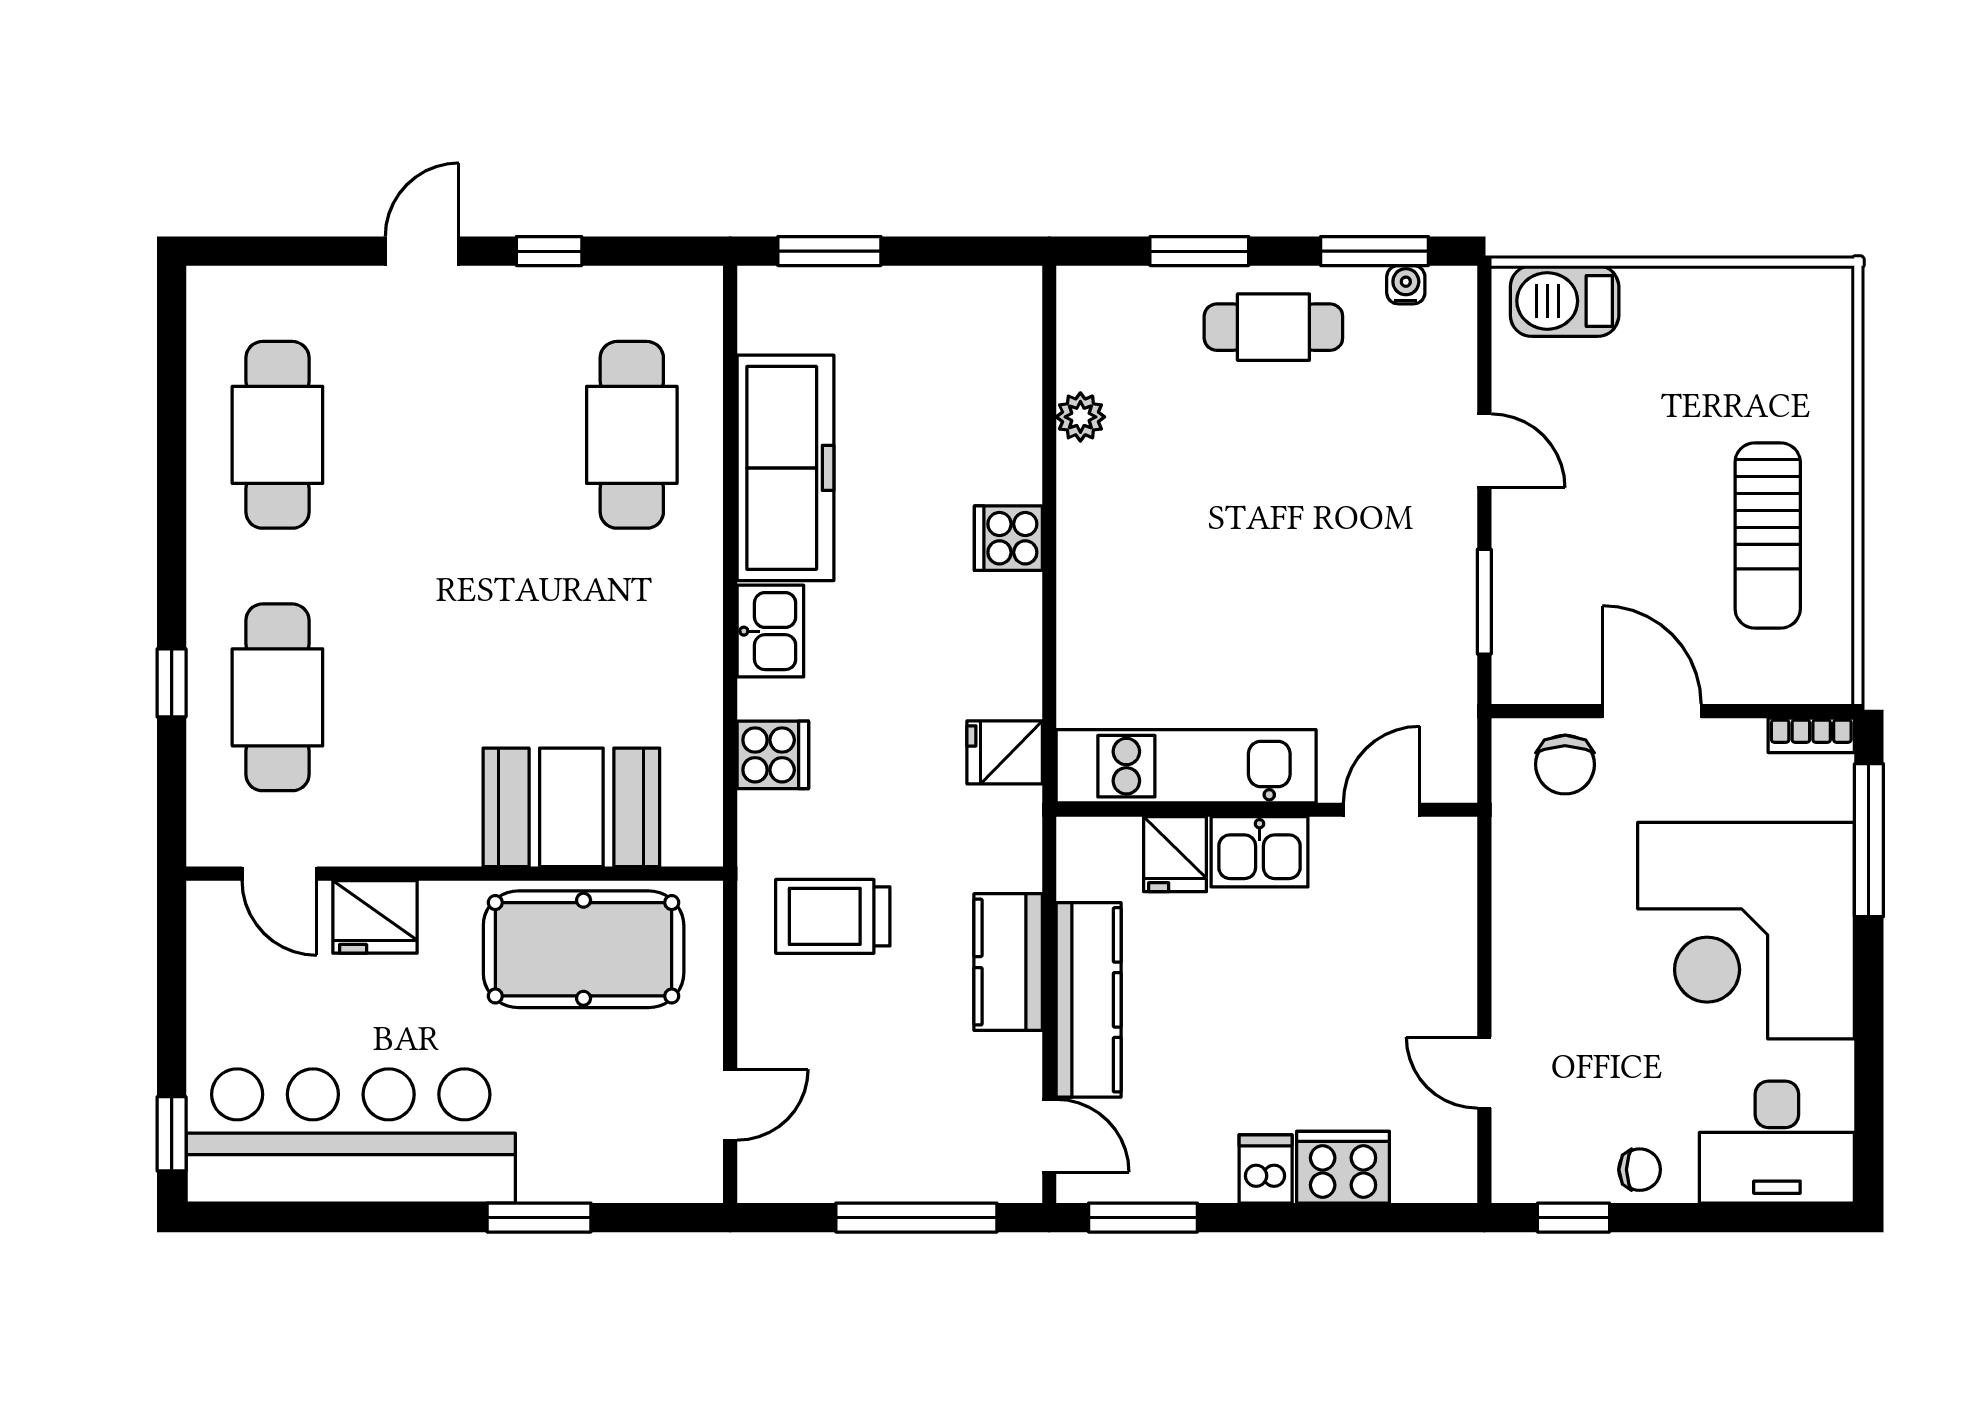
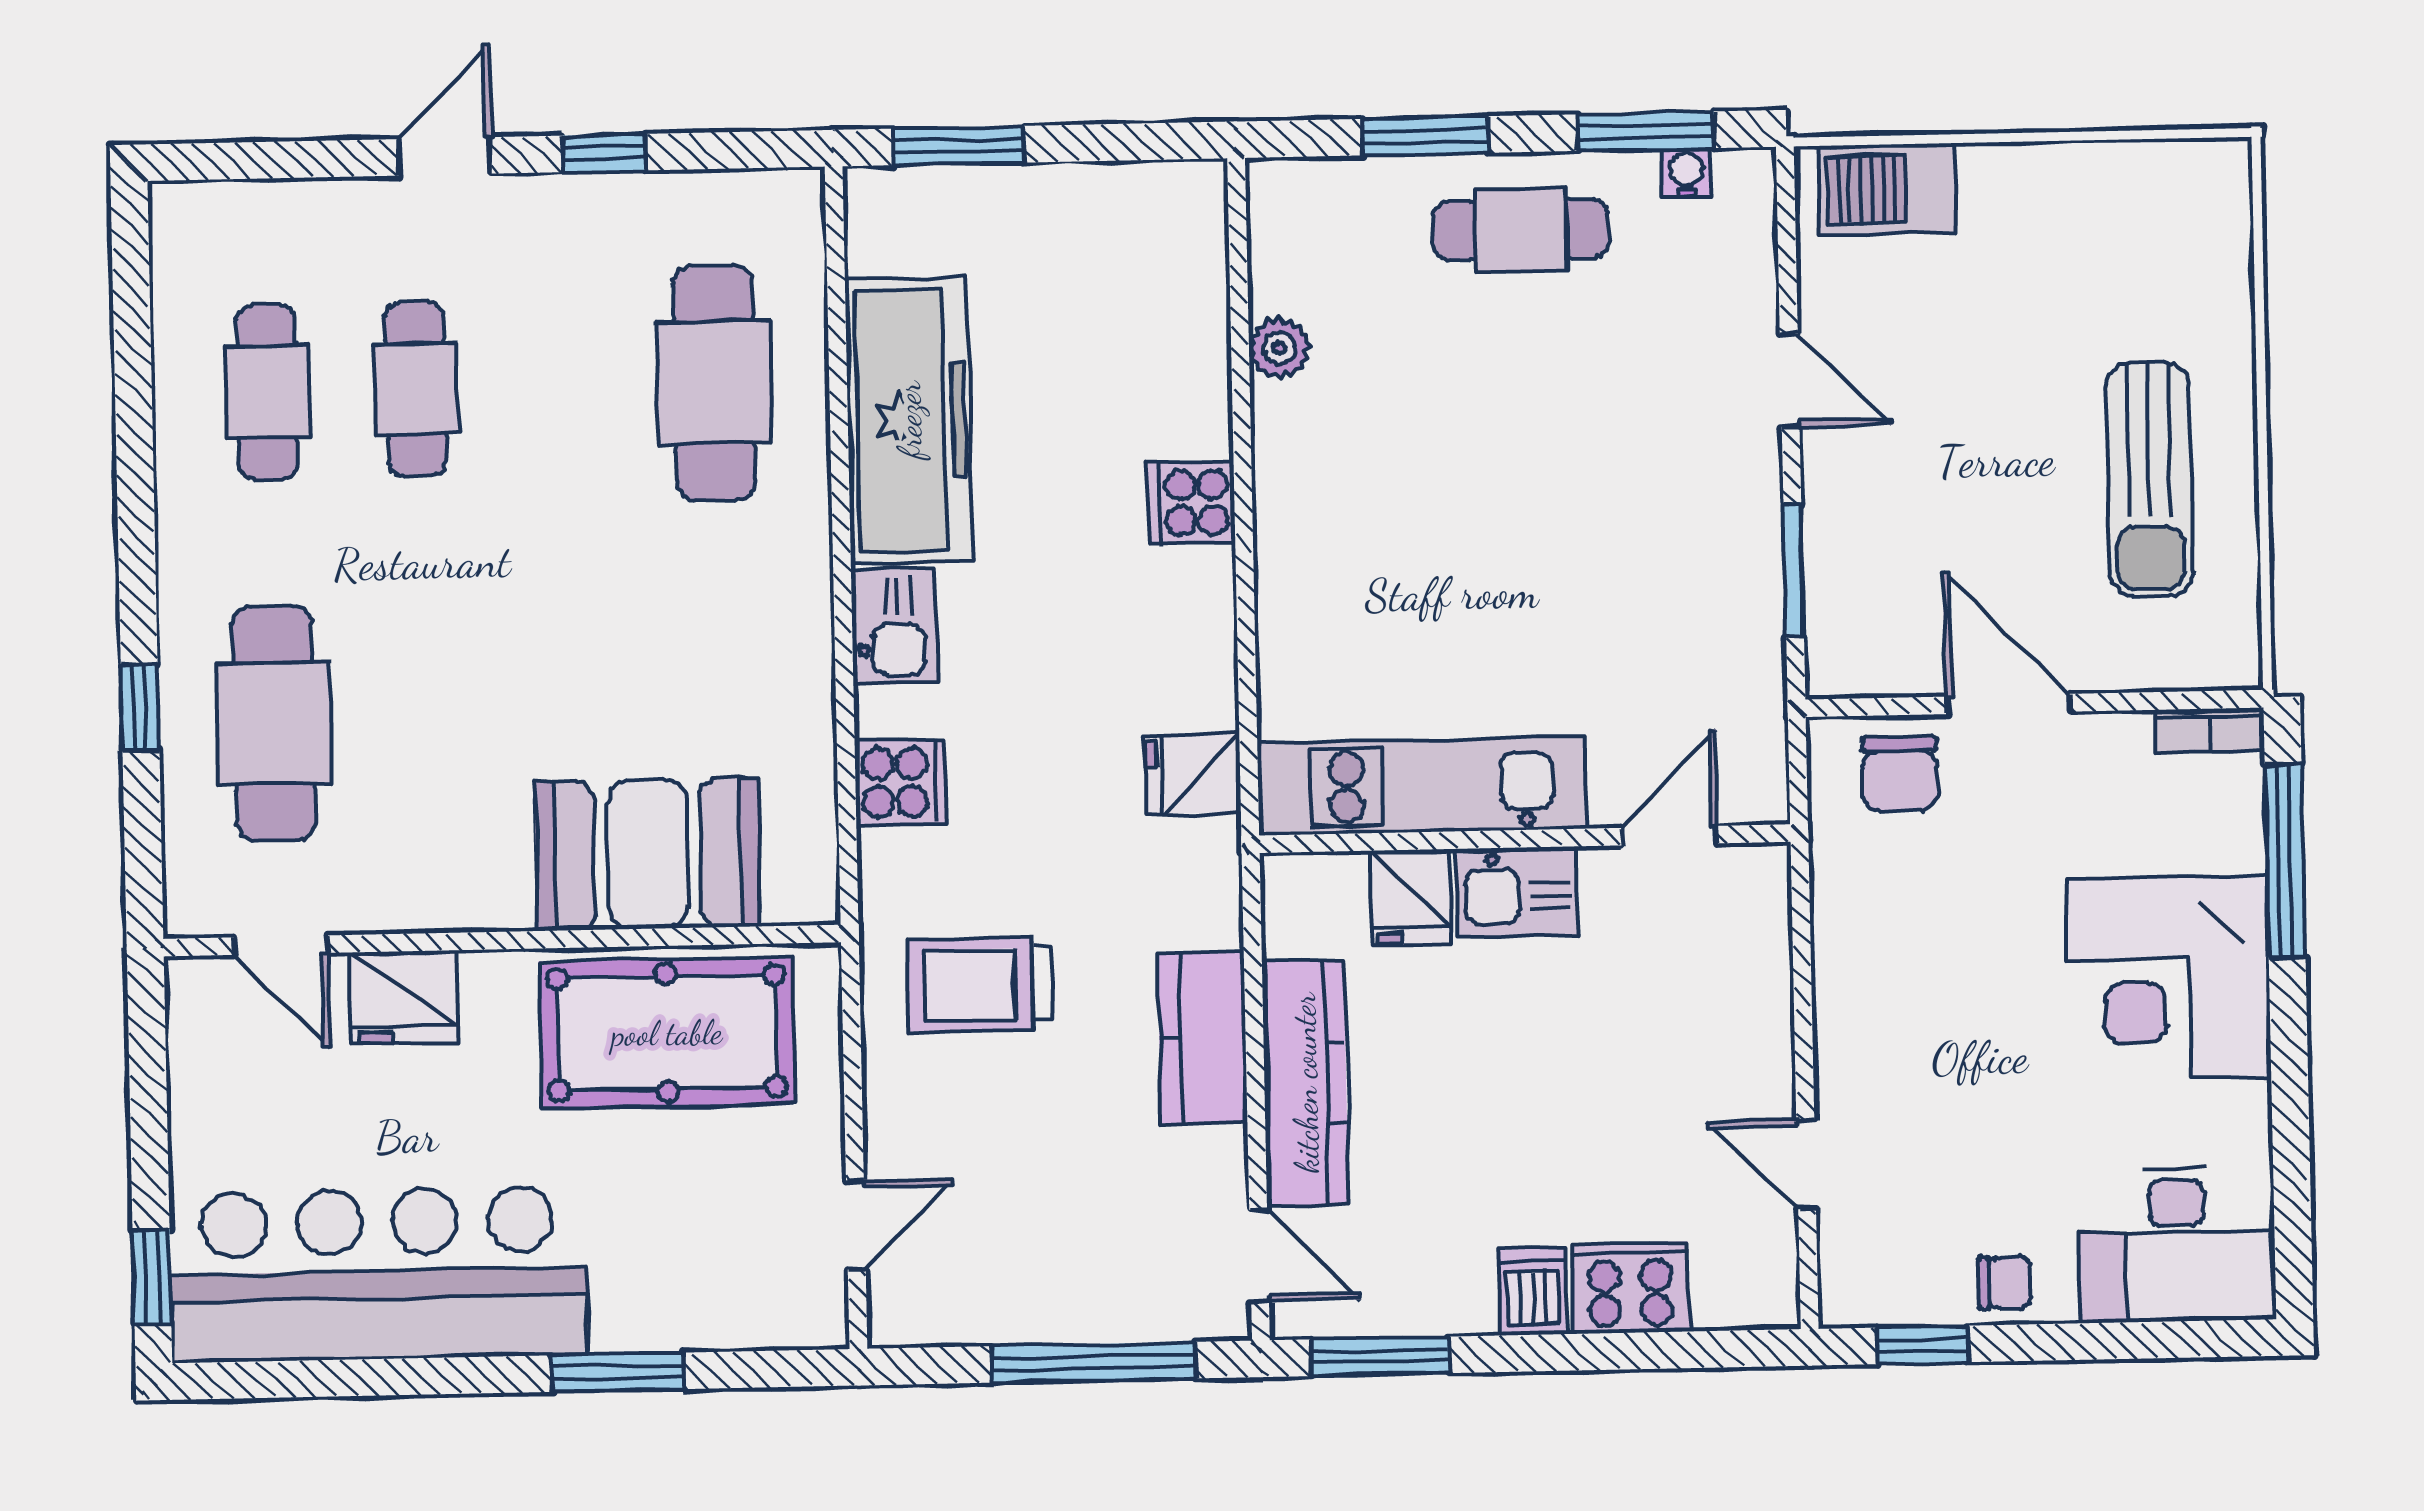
cafe table: (277, 435) -> (267, 392), width x0.73, depth x0.74
cafe table: (396, 435) -> (416, 389), added
corner desk: (1746, 931) -> (2169, 978), width x0.74, depth x0.74

